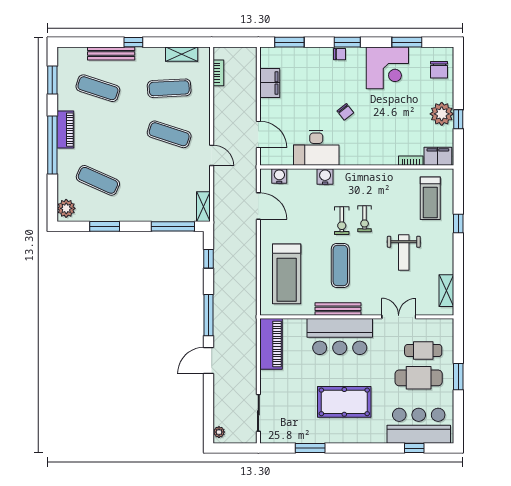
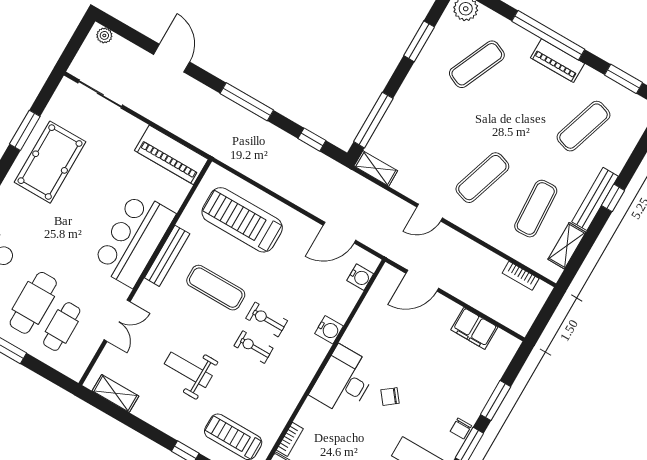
window: (289, 42) -> (496, 401), moved
bench: (111, 53) -> (595, 199), moved
desk: (316, 148) -> (344, 381), moved
door: (208, 361) -> (172, 58), moved
pool table: (344, 402) -> (50, 162), moved

